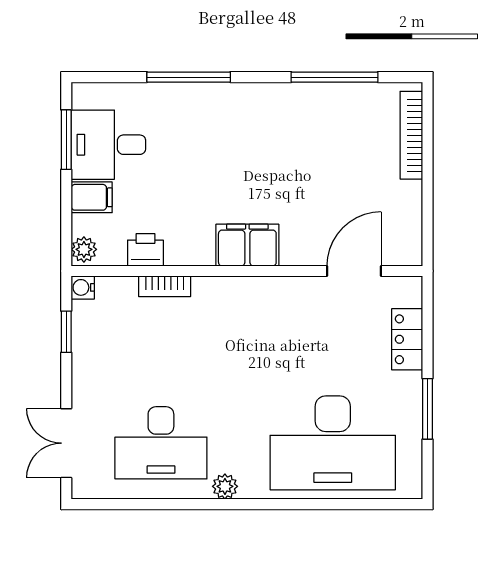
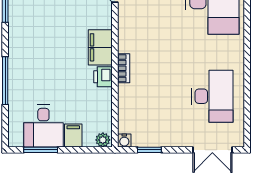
printer: (145, 250) -> (103, 77), moved
bookcase: (165, 286) -> (124, 68), moved
plant: (225, 486) -> (237, 60), removed

